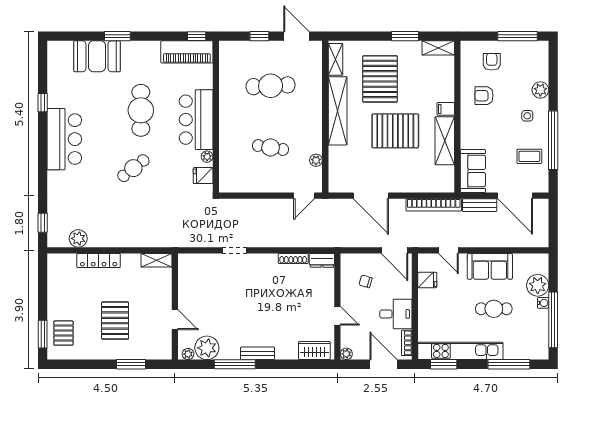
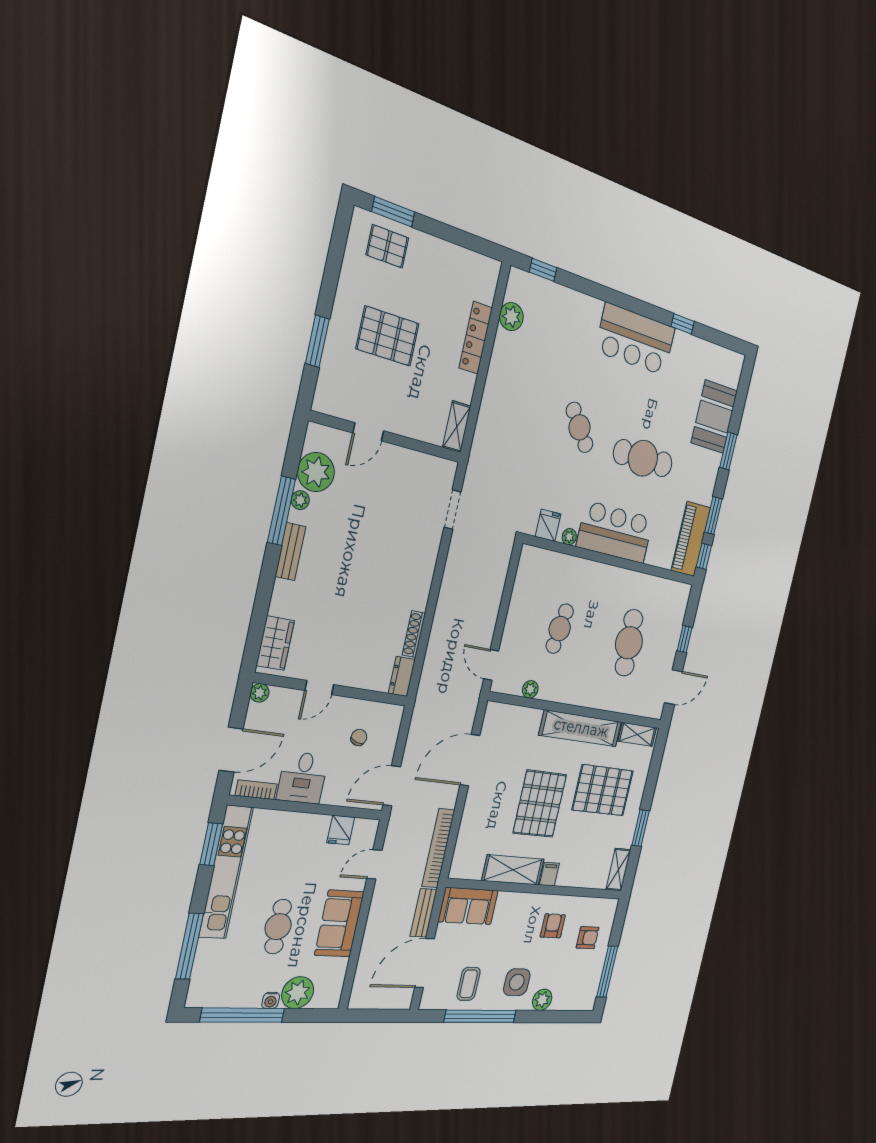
window: (166, 36) -> (713, 515), added
side table: (527, 116) -> (517, 982), width x1.87, depth x1.87
doorway: (234, 250) -> (452, 510), moved
plant: (188, 354) -> (300, 500), moved

